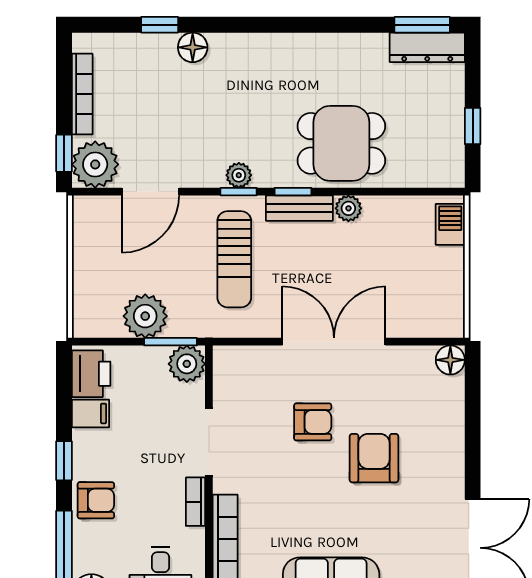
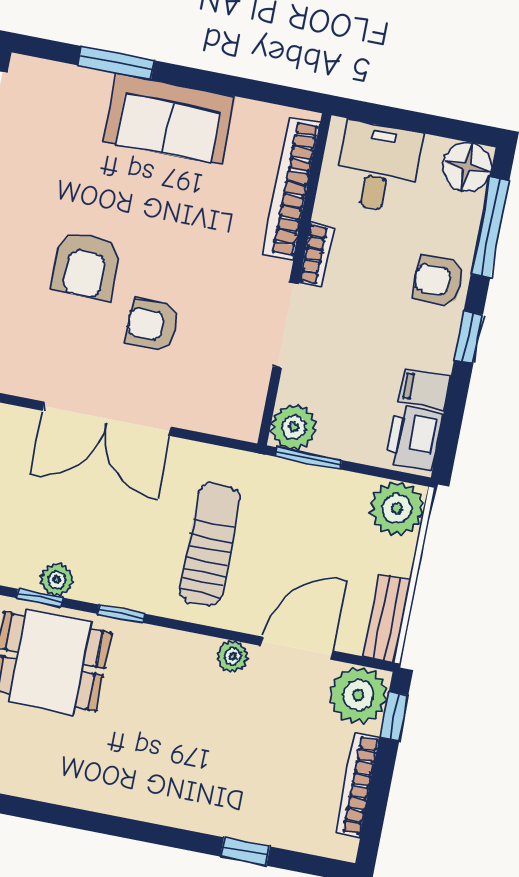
floor lamp: (193, 47) -> (210, 816), removed
plant: (239, 175) -> (233, 657), moved
window: (239, 192) -> (40, 598), moved
bench: (299, 208) -> (387, 618), moved, turned 90
plant: (145, 316) -> (397, 508), moved

